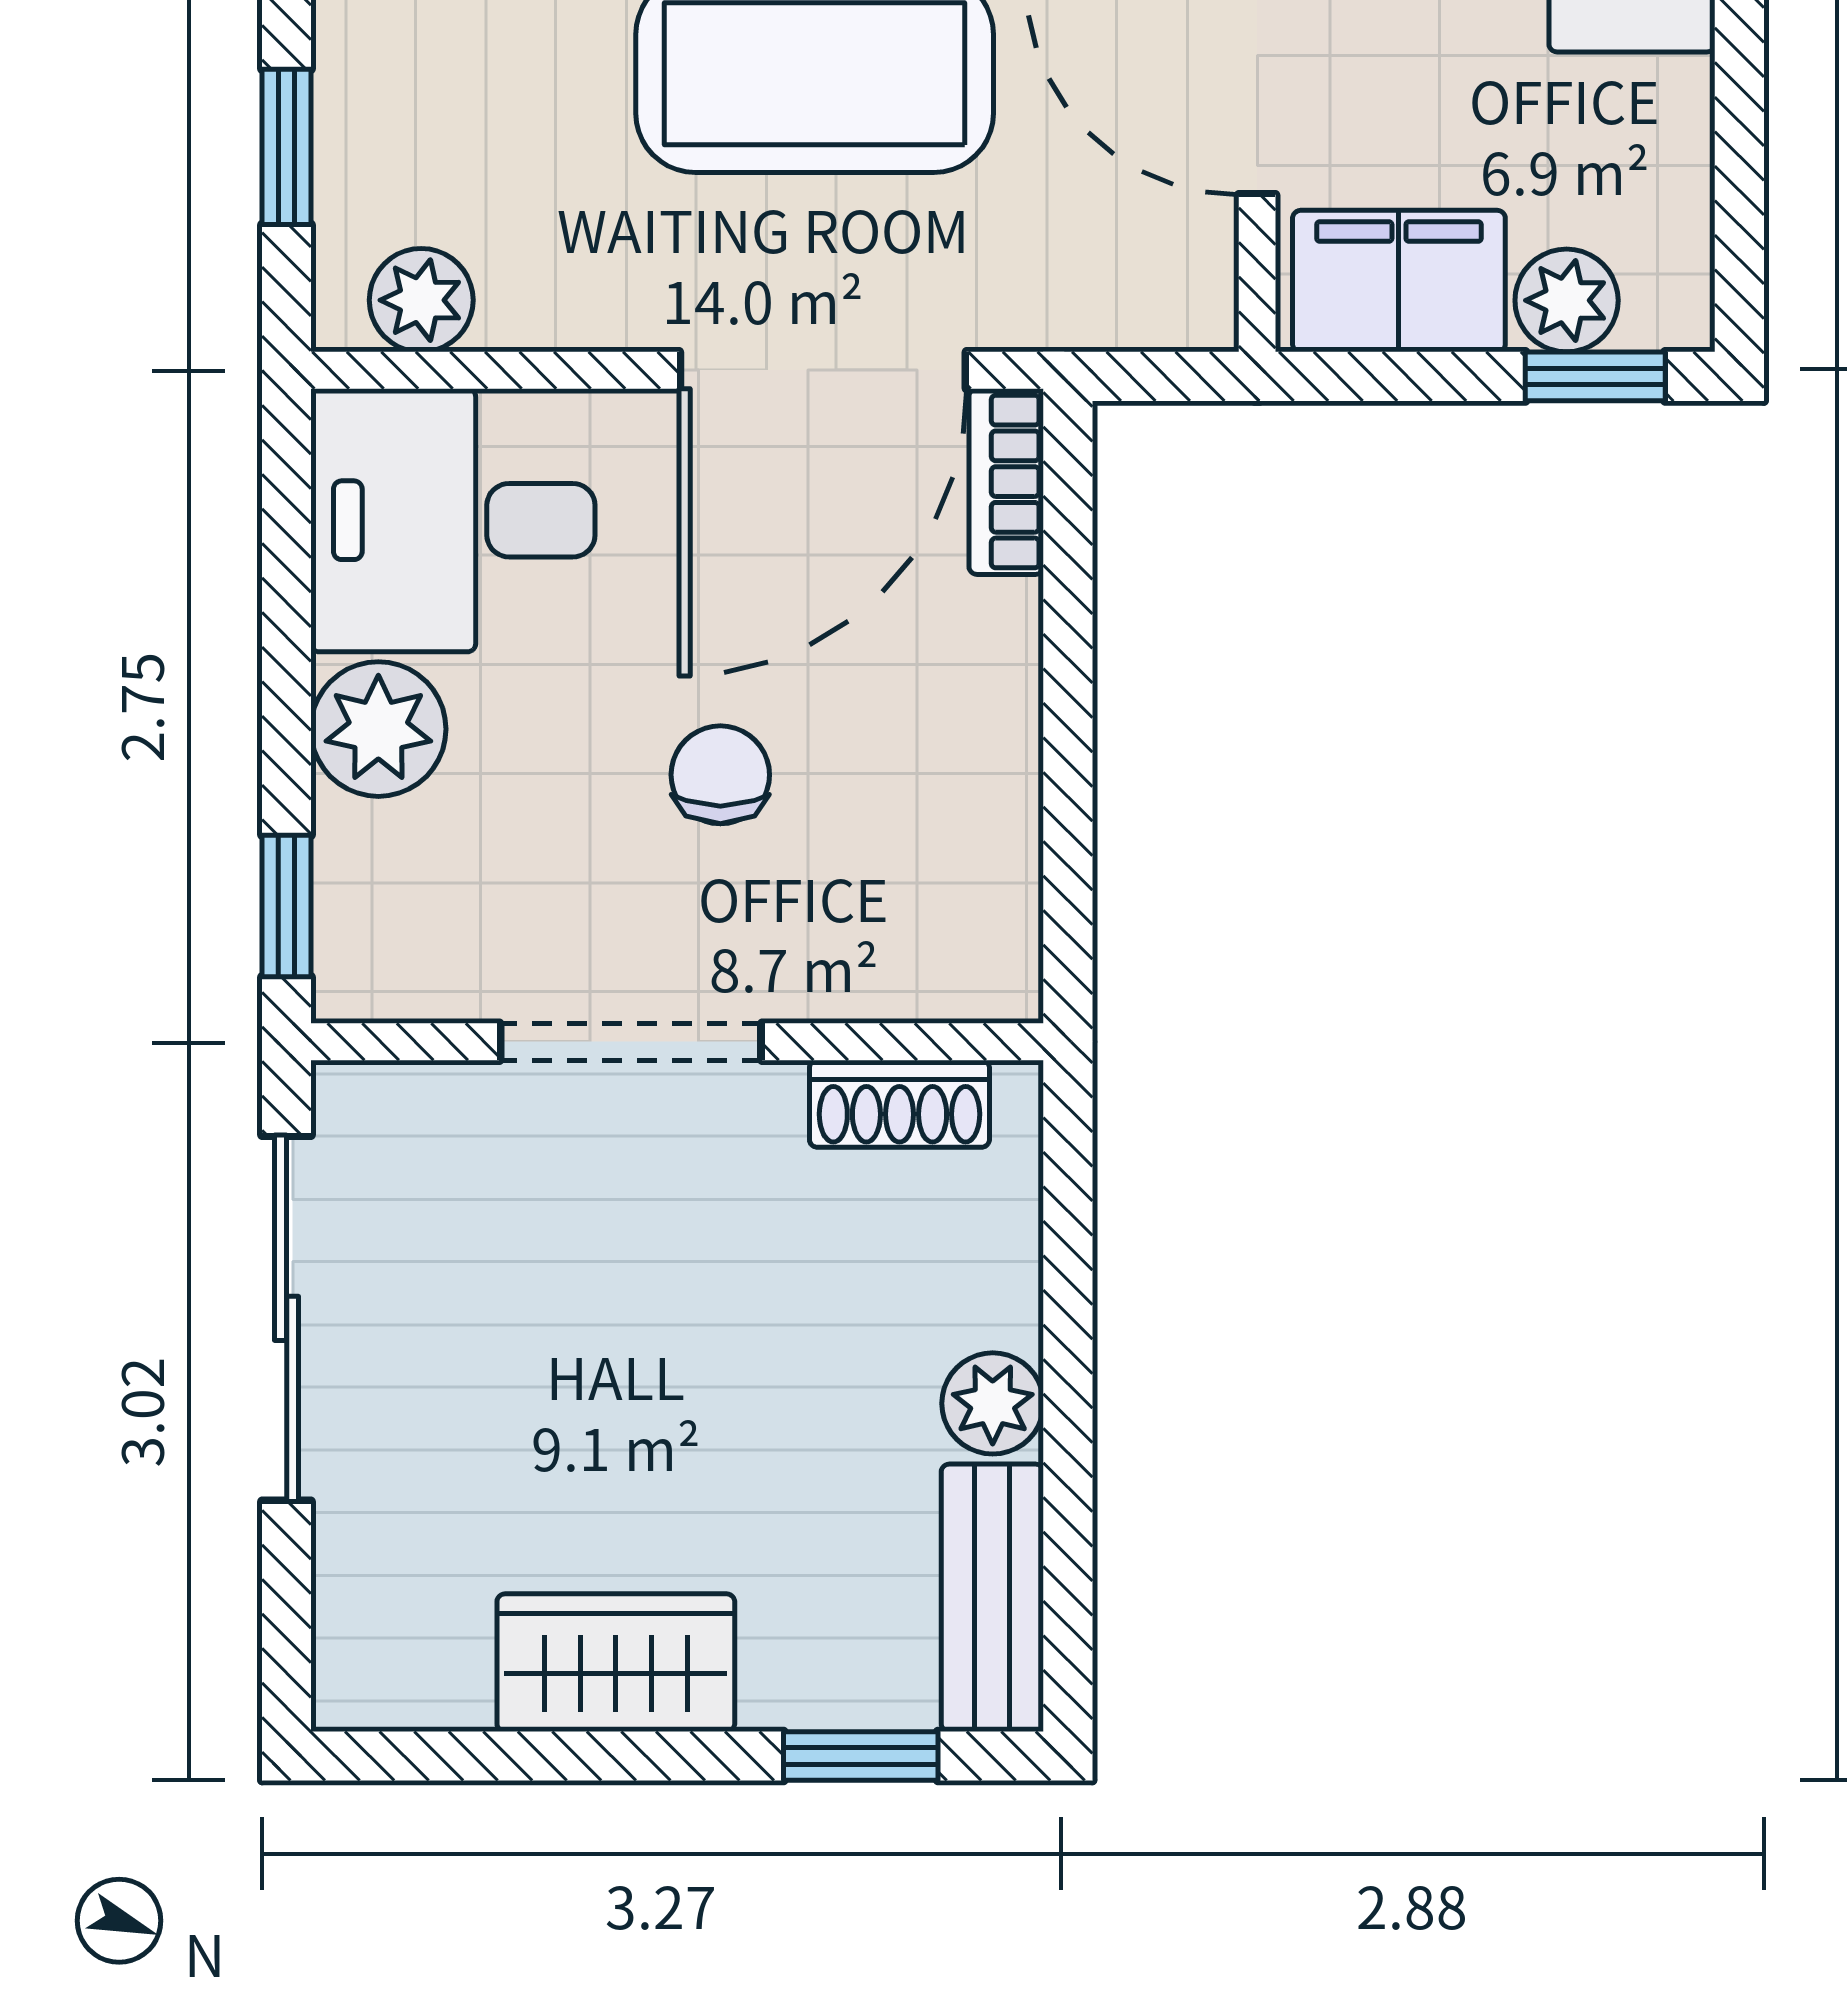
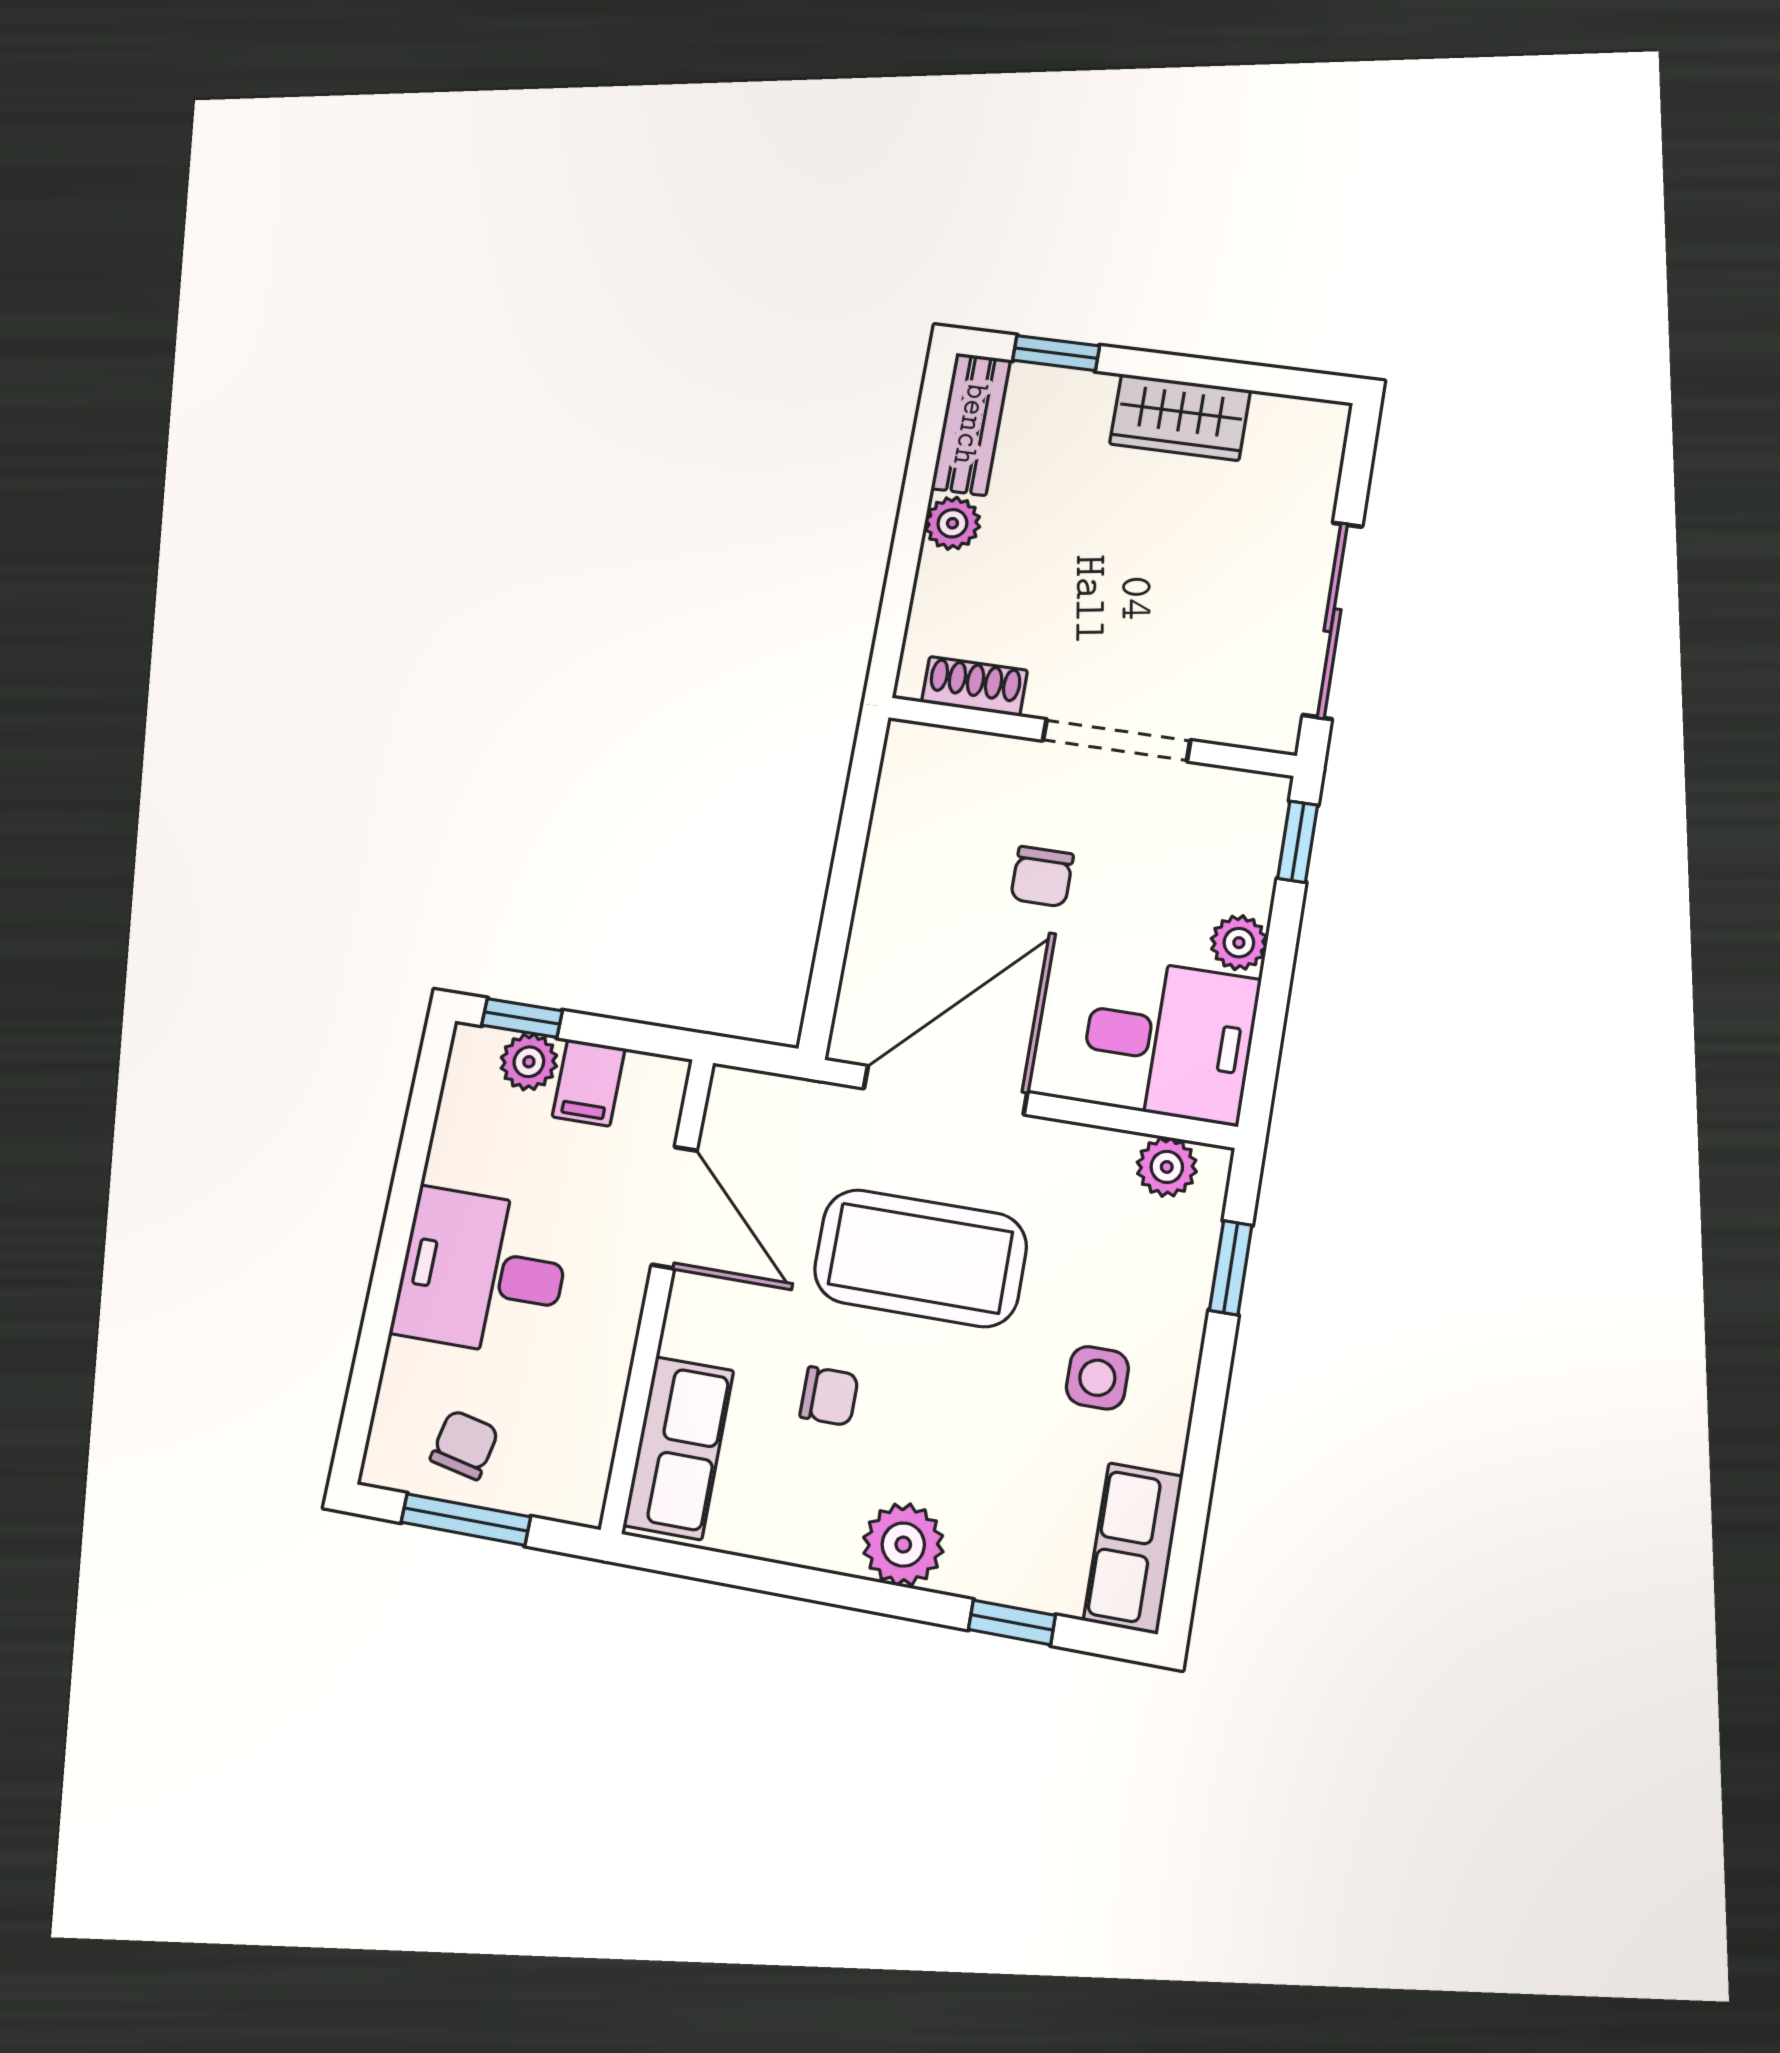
filing cabinet: (1399, 281) -> (589, 1083), width x0.50
bookcase: (1006, 482) -> (854, 1012), removed
plant: (378, 729) -> (1239, 943), width x0.73, depth x0.73

